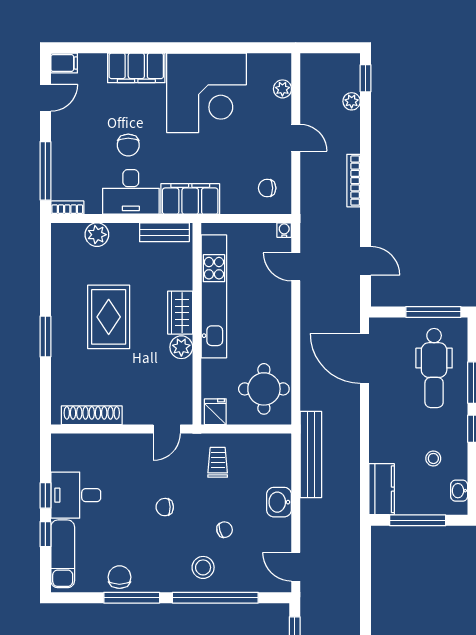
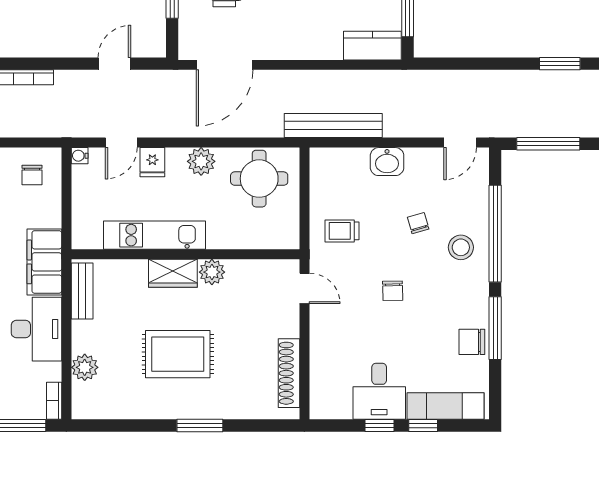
kitchen unit: (214, 296) -> (155, 235), width x0.73
plant: (279, 338) -> (201, 161), added
fridge: (215, 412) -> (152, 162), moved, turned -90

